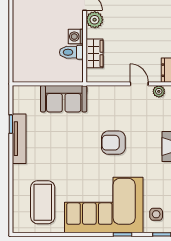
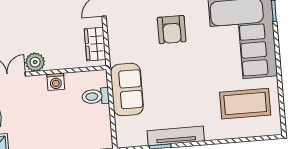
toilet: (71, 52) -> (96, 96), moved, turned 90
wardrobe: (95, 53) -> (95, 44), moved, turned -90

